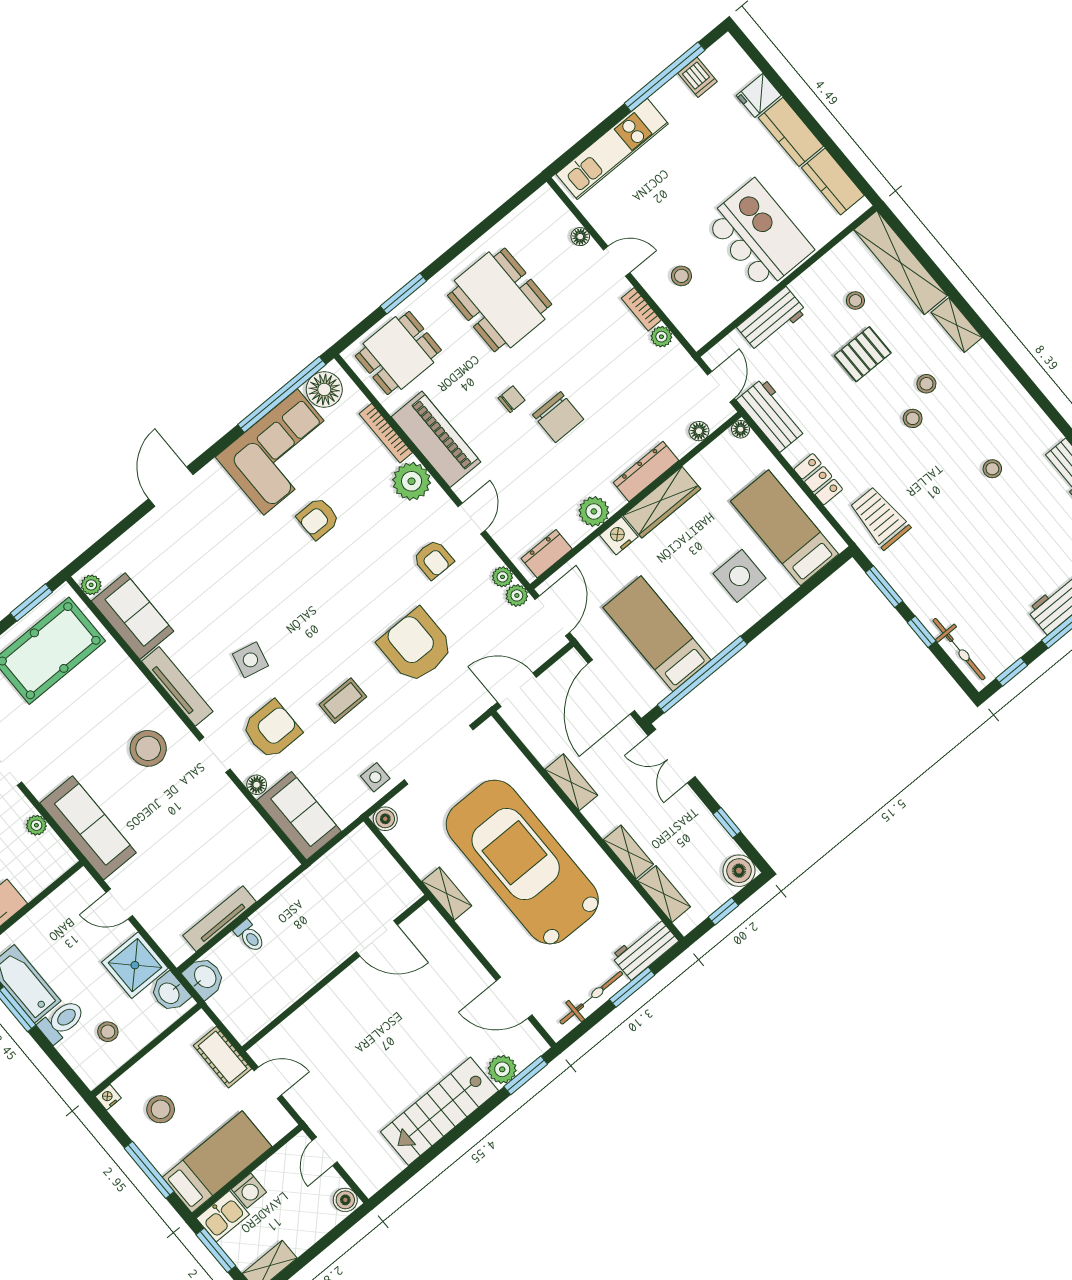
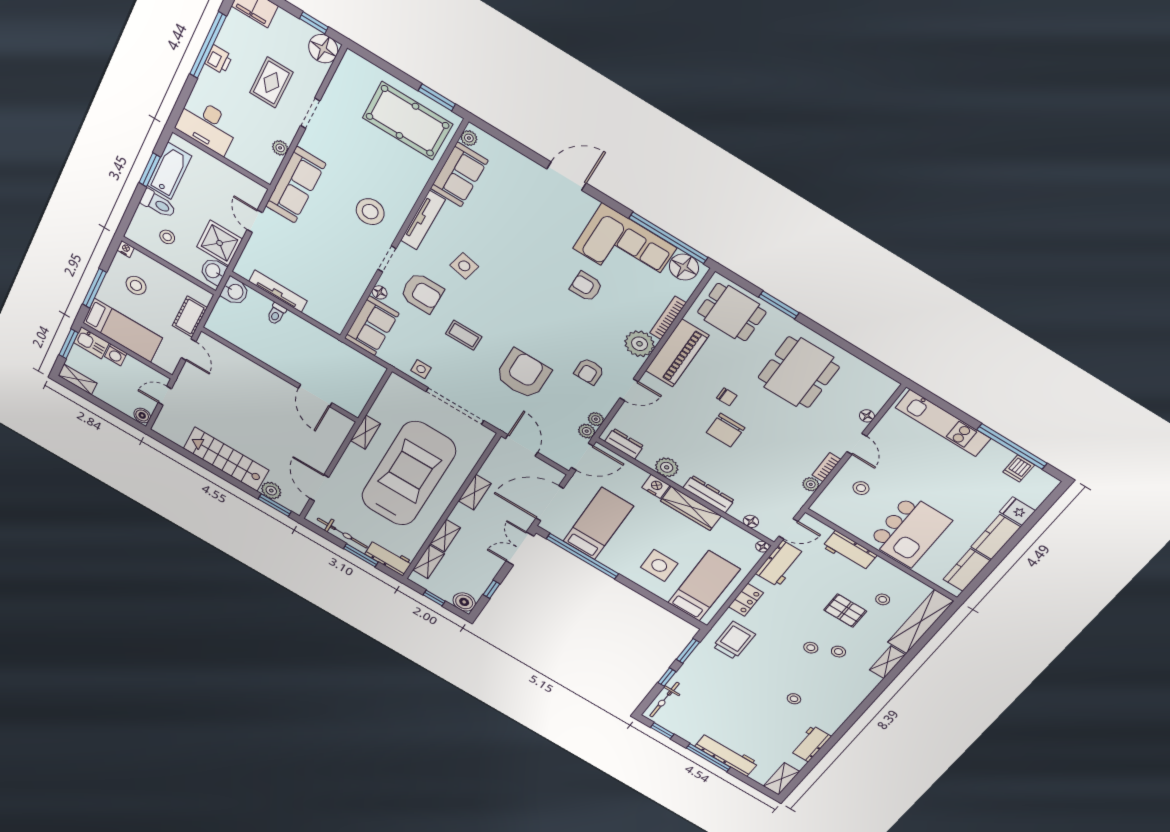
boiler: (385, 819) -> (396, 382), removed

